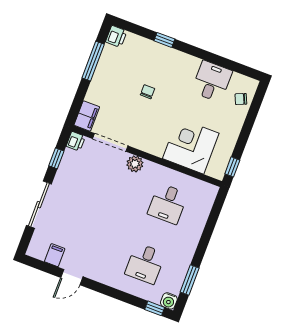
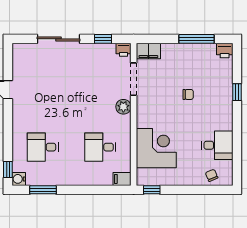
filing cabinet: (55, 255) -> (122, 179), moved, turned 180

